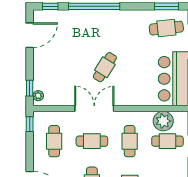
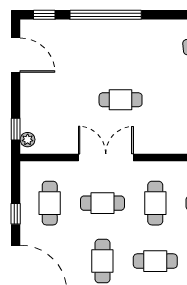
door: (30, 35) -> (16, 55), hinge flipped
cafe table: (105, 67) -> (121, 100), turned 58
window: (30, 124) -> (16, 214), moved

